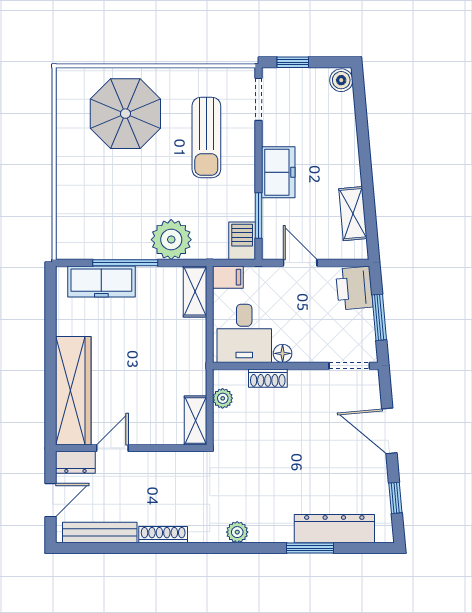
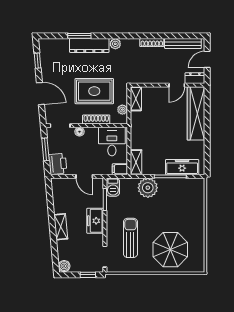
shelving: (353, 214) -> (61, 227), moved
floor lamp: (283, 353) -> (79, 132), moved
shoe rack: (268, 378) -> (96, 120), width x1.43
rug: (280, 436) -> (94, 91), added
dresser: (334, 529) -> (89, 45), moved

